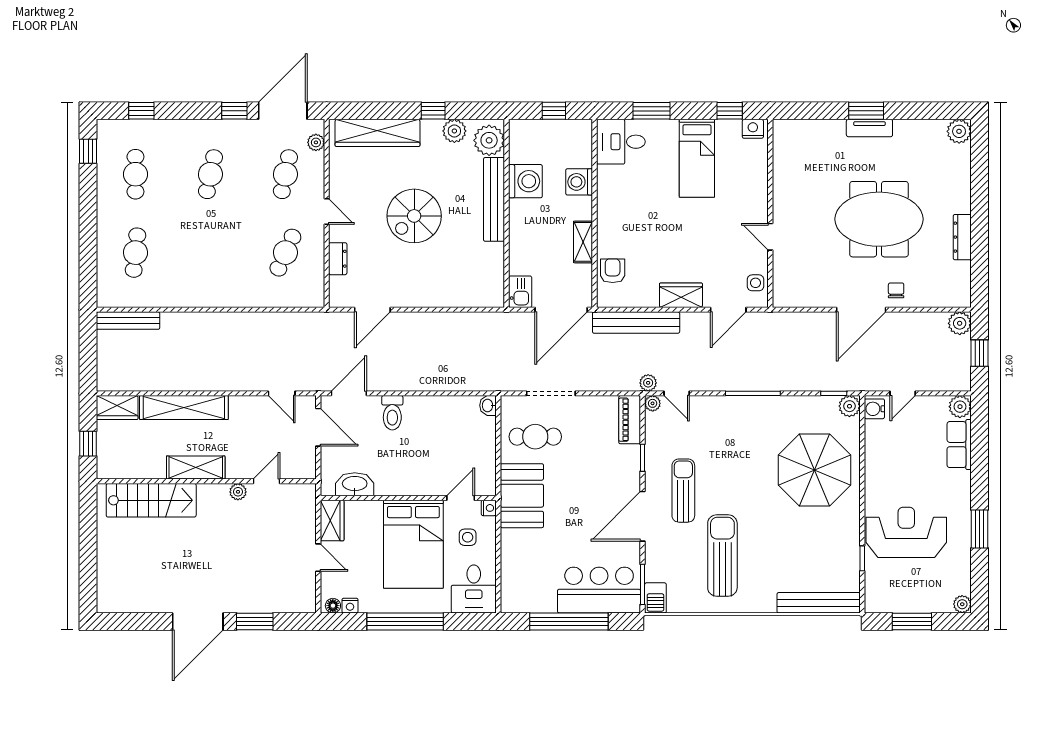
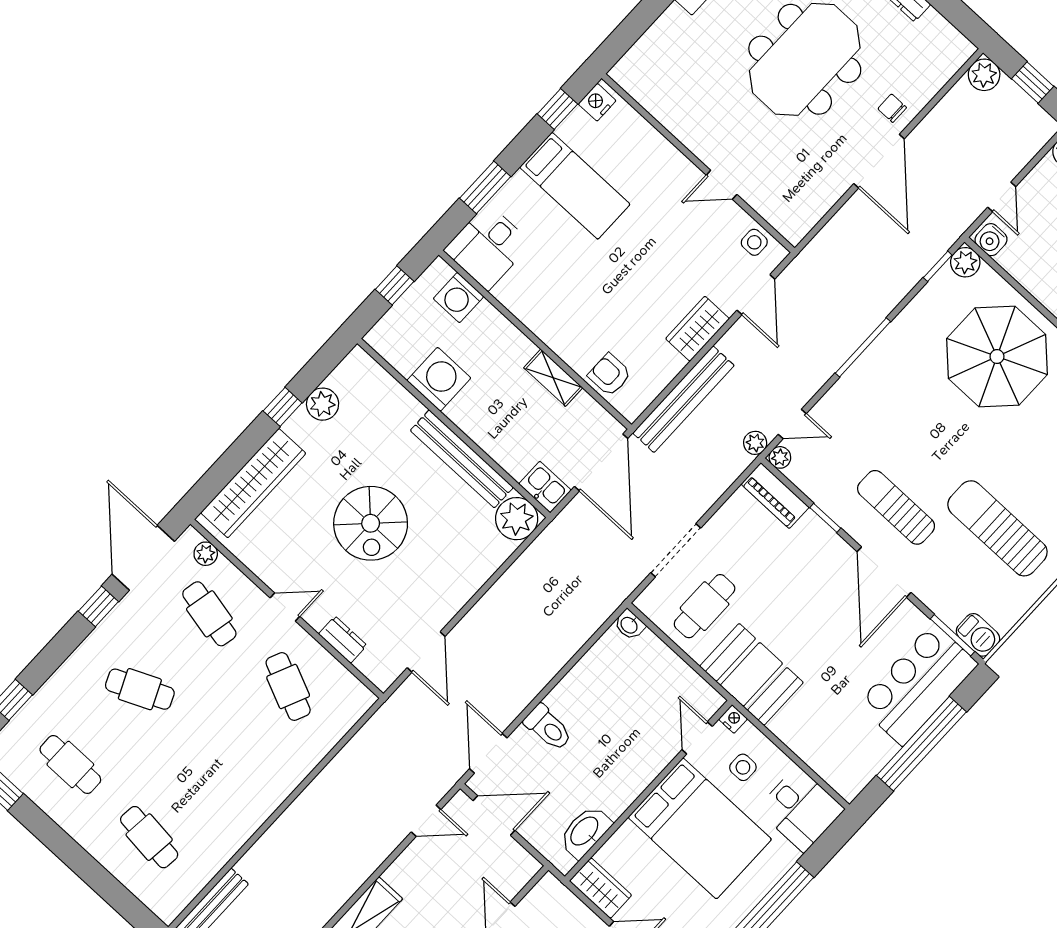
plant: (489, 140) -> (517, 519), moved
cafe table: (210, 174) -> (140, 689), turned -36
washing machine: (579, 182) -> (459, 298), moved
bench: (494, 199) -> (462, 459), moved

